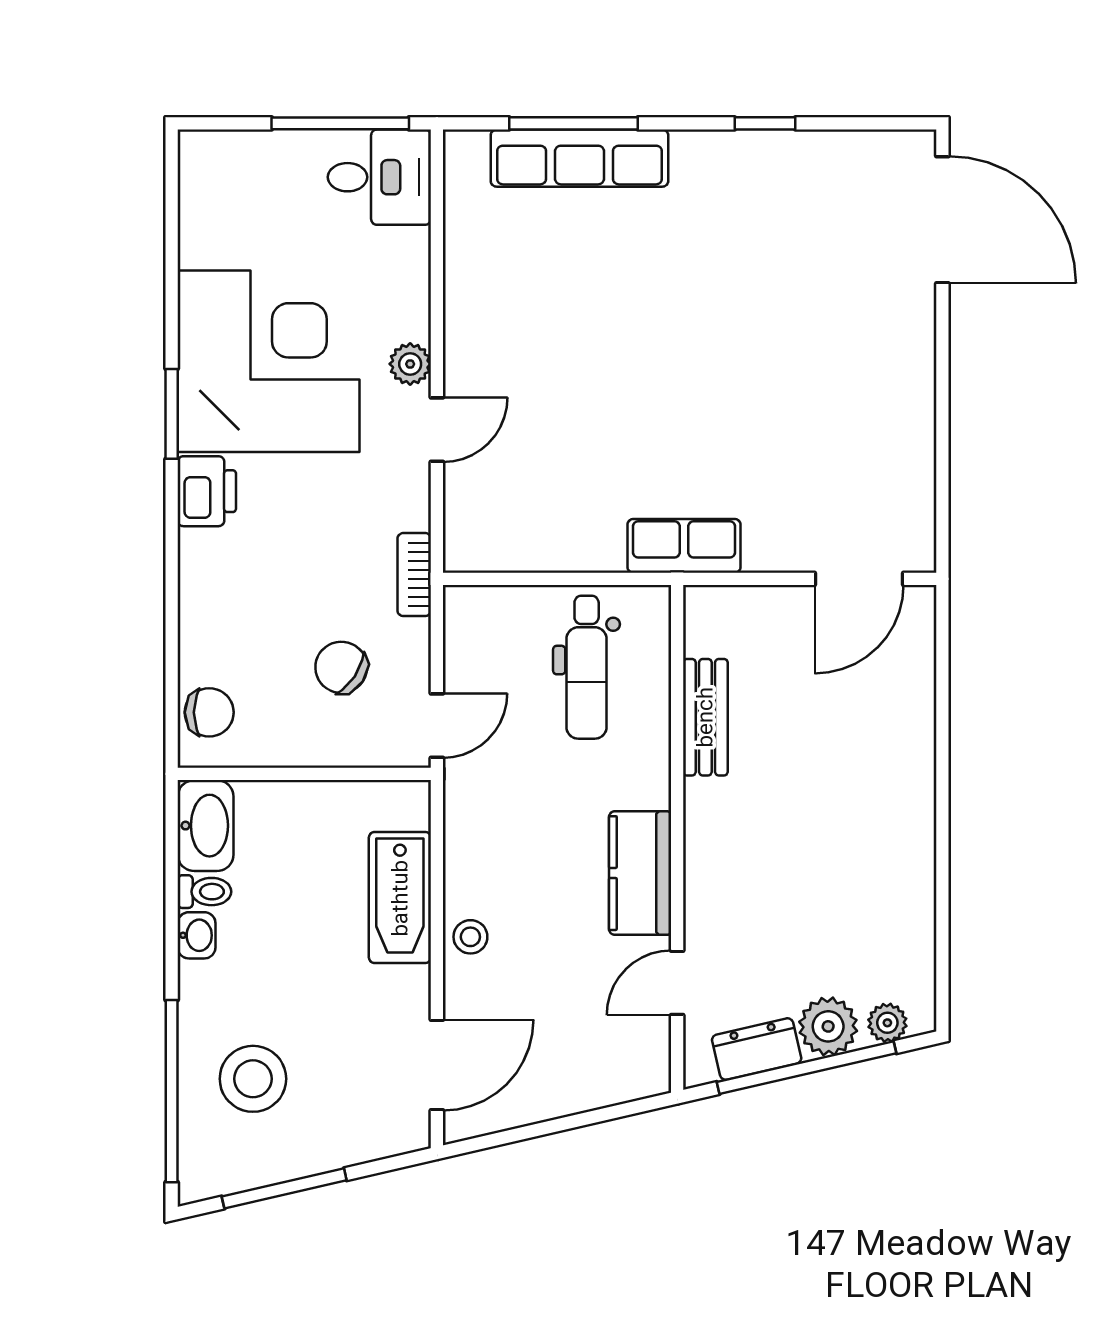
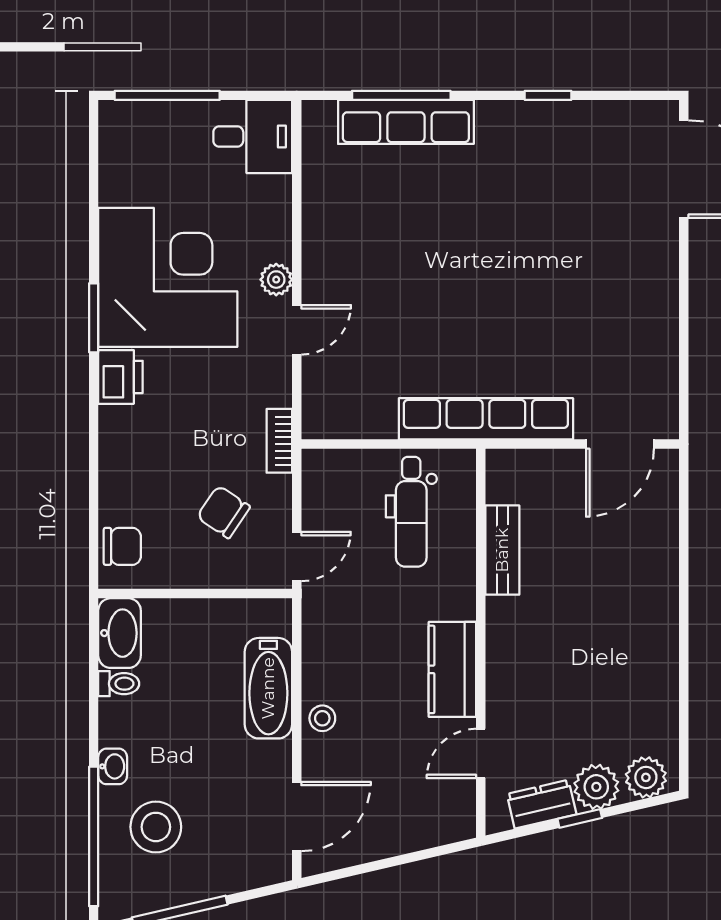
window: (340, 123) -> (167, 95), moved
row of seats: (684, 546) -> (486, 419), width x2.02
washbasin: (197, 935) -> (113, 766), moved
plant: (887, 1023) -> (646, 777), width x1.38, depth x1.38
window: (806, 1068) -> (580, 818), width x0.32

